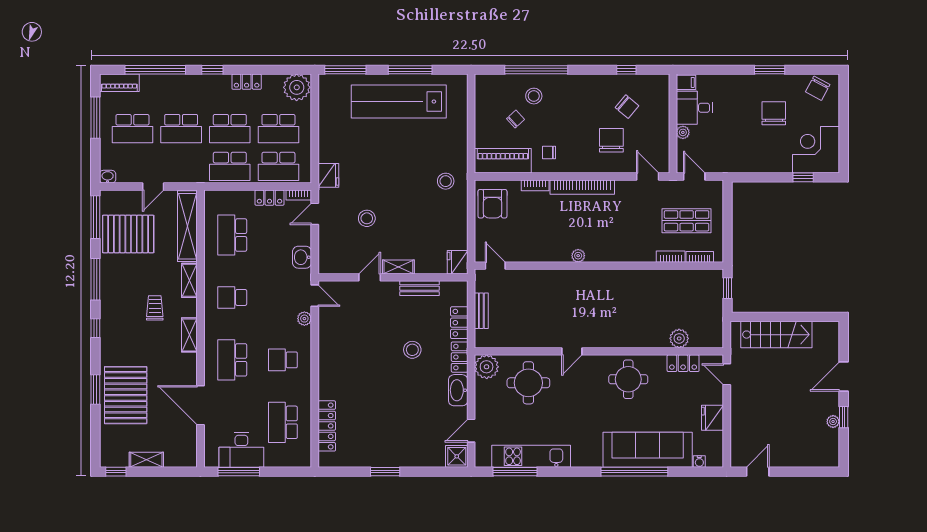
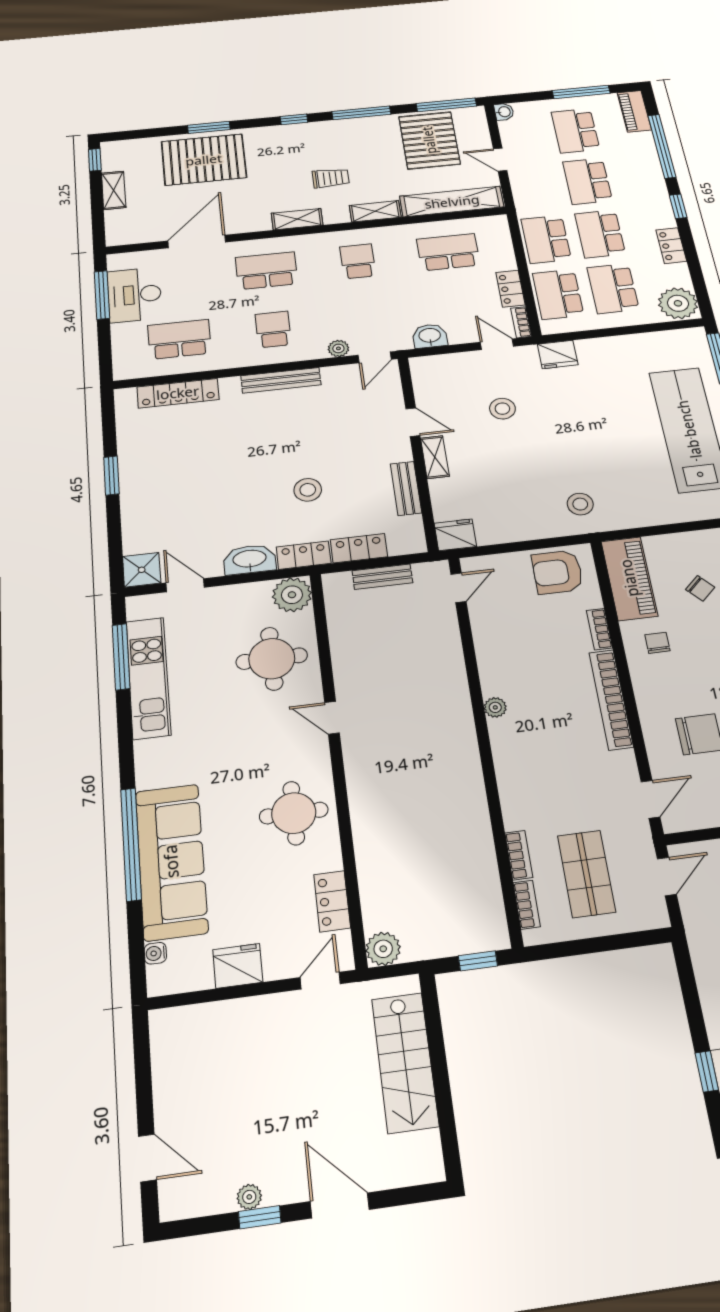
plant: (679, 338) -> (383, 949), moved
bench: (325, 359) -> (281, 380), added
door: (758, 472) -> (148, 1158), moved

